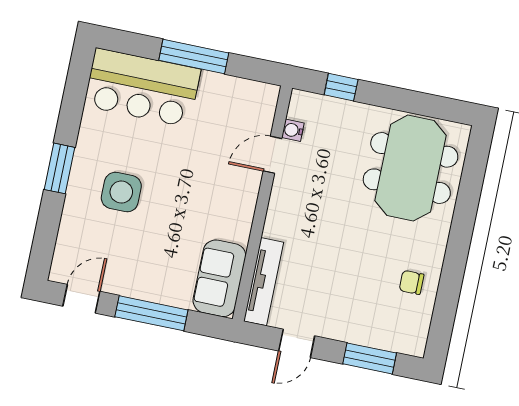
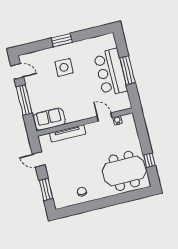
window: (341, 87) -> (149, 160), moved
bar counter: (142, 88) -> (111, 72), moved
tv unit: (264, 282) -> (68, 133), moved

